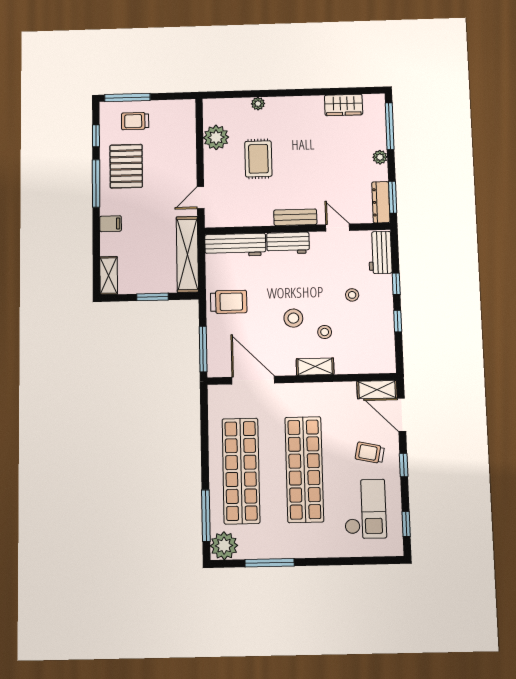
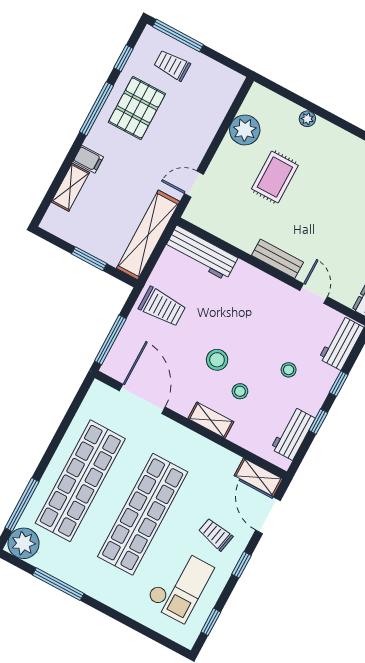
workbench: (288, 243) -> (293, 433), moved, turned 90
shelving: (109, 276) -> (70, 187), moved

